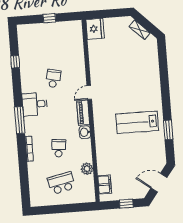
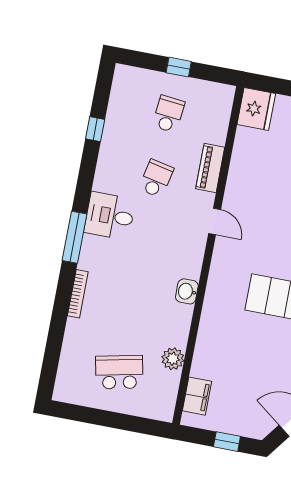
door: (89, 92) -> (215, 221), swing flipped
piano: (83, 113) -> (210, 168), moved
school desk: (59, 148) -> (169, 114), moved

